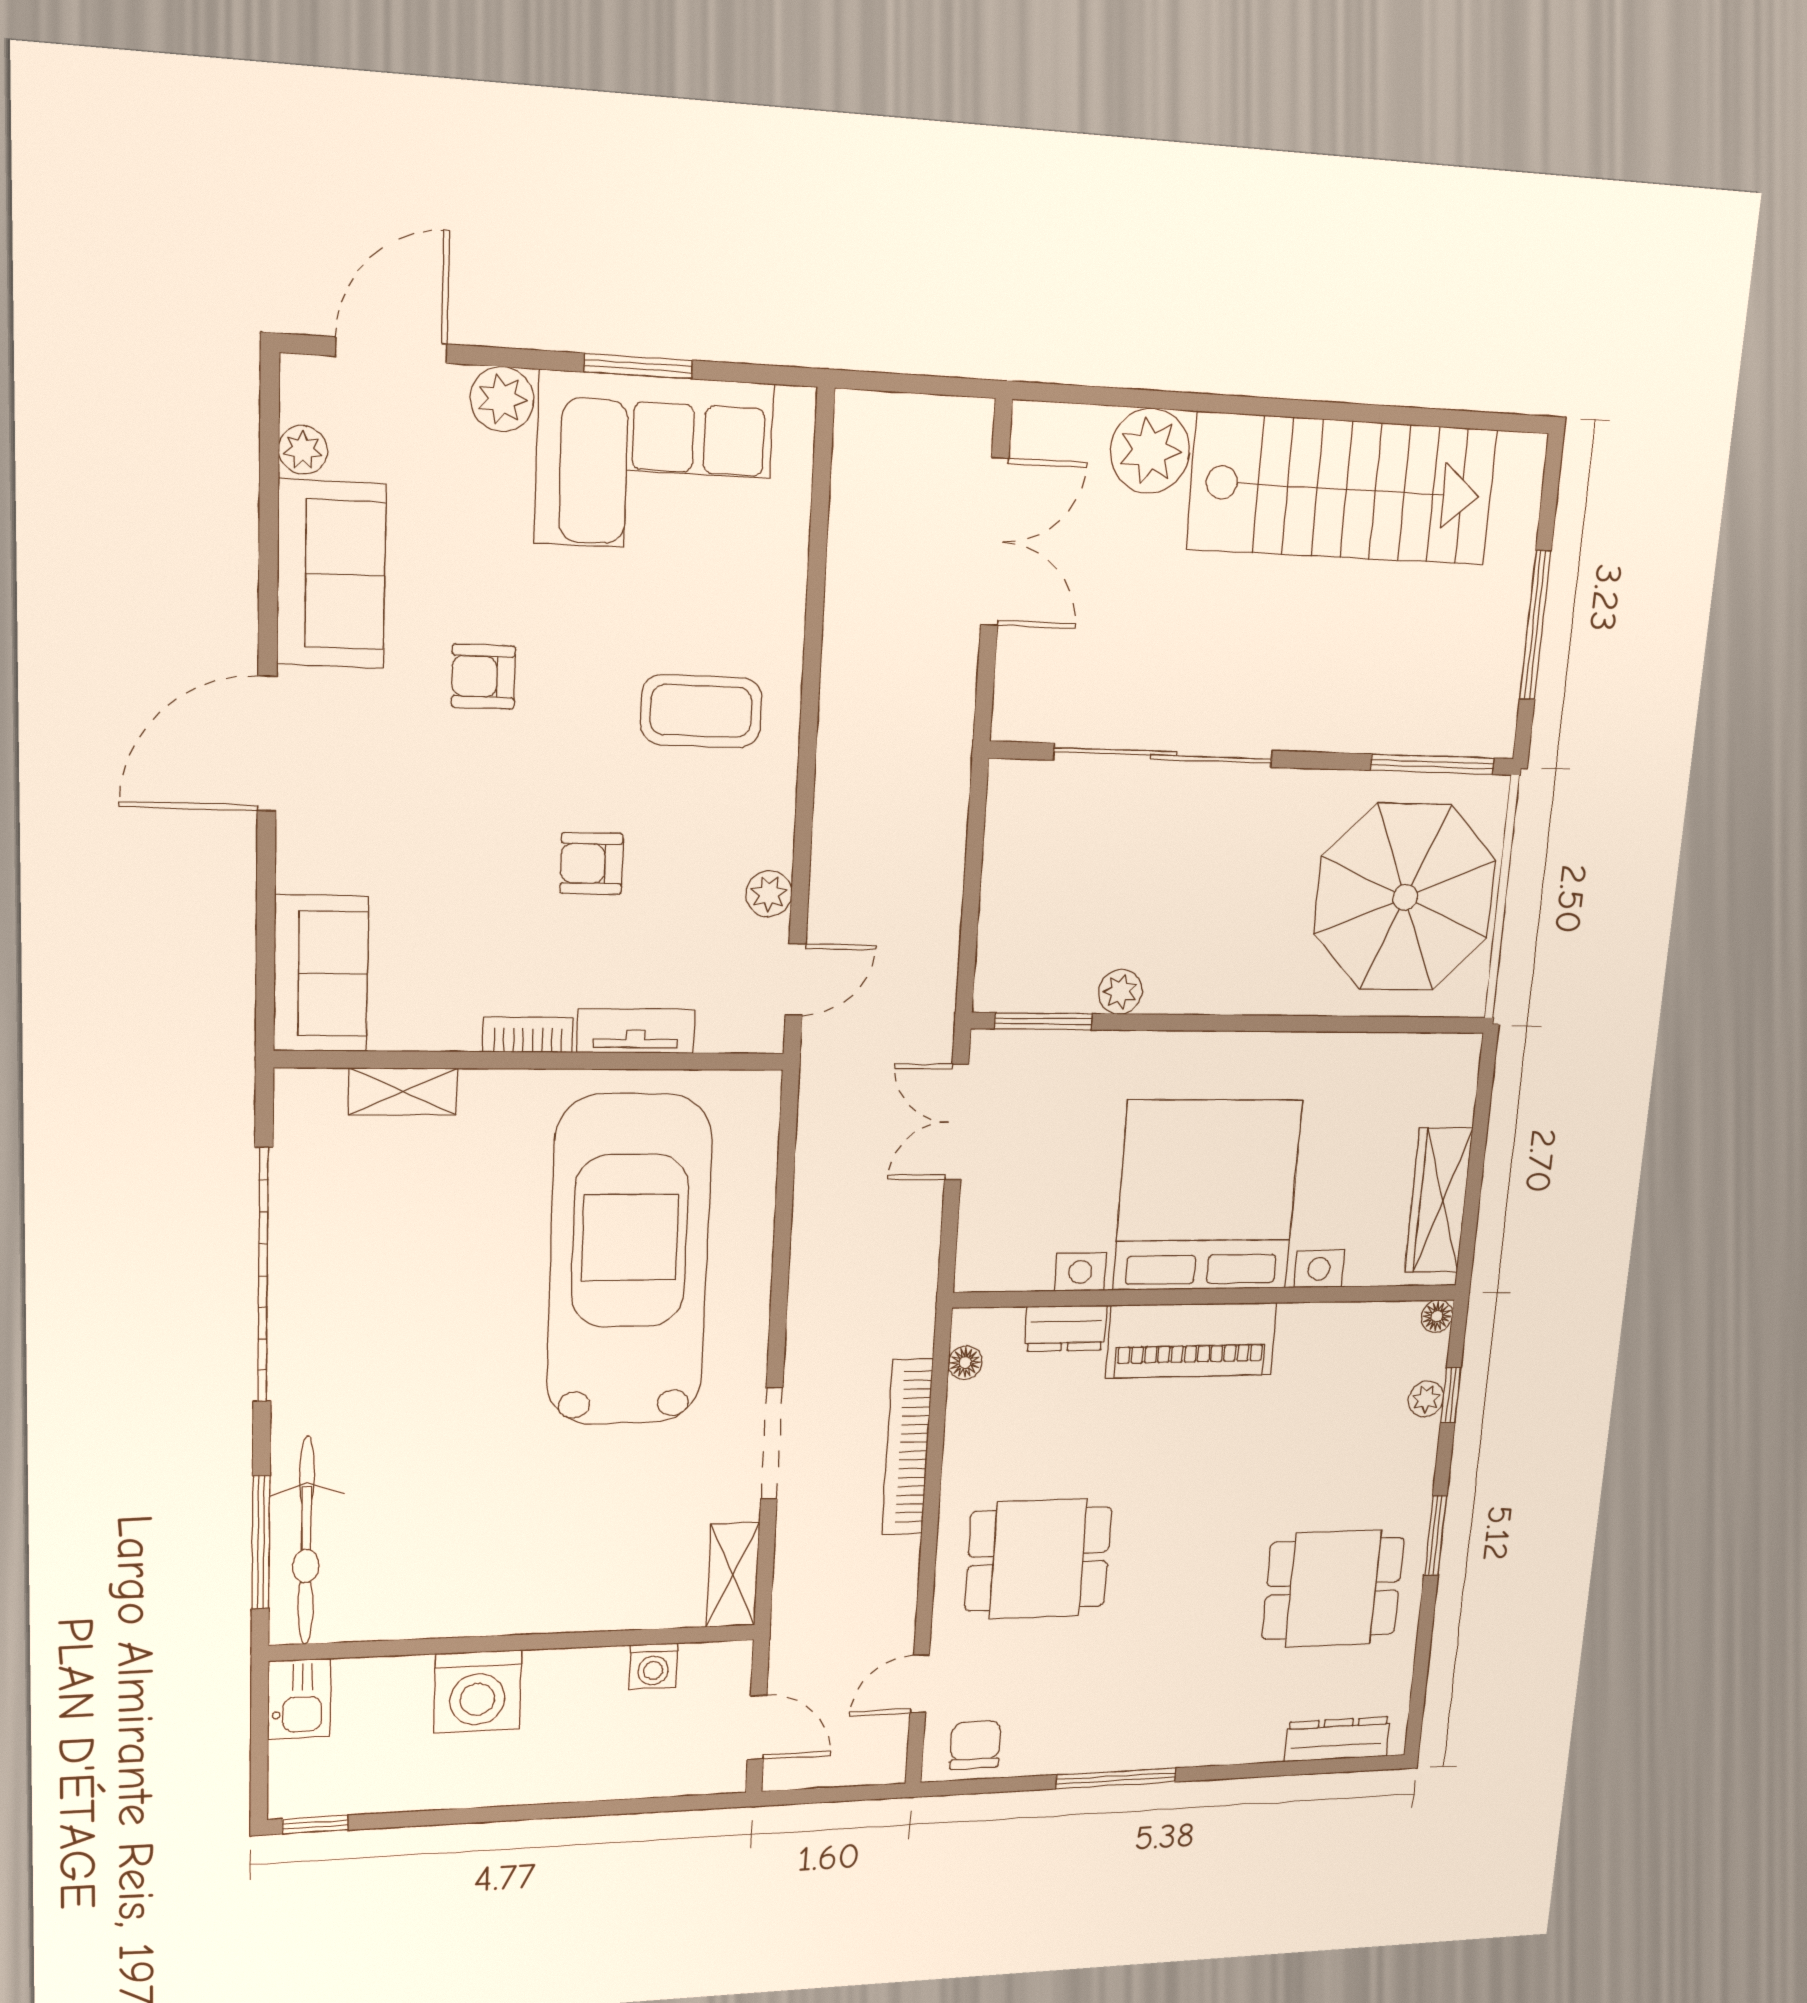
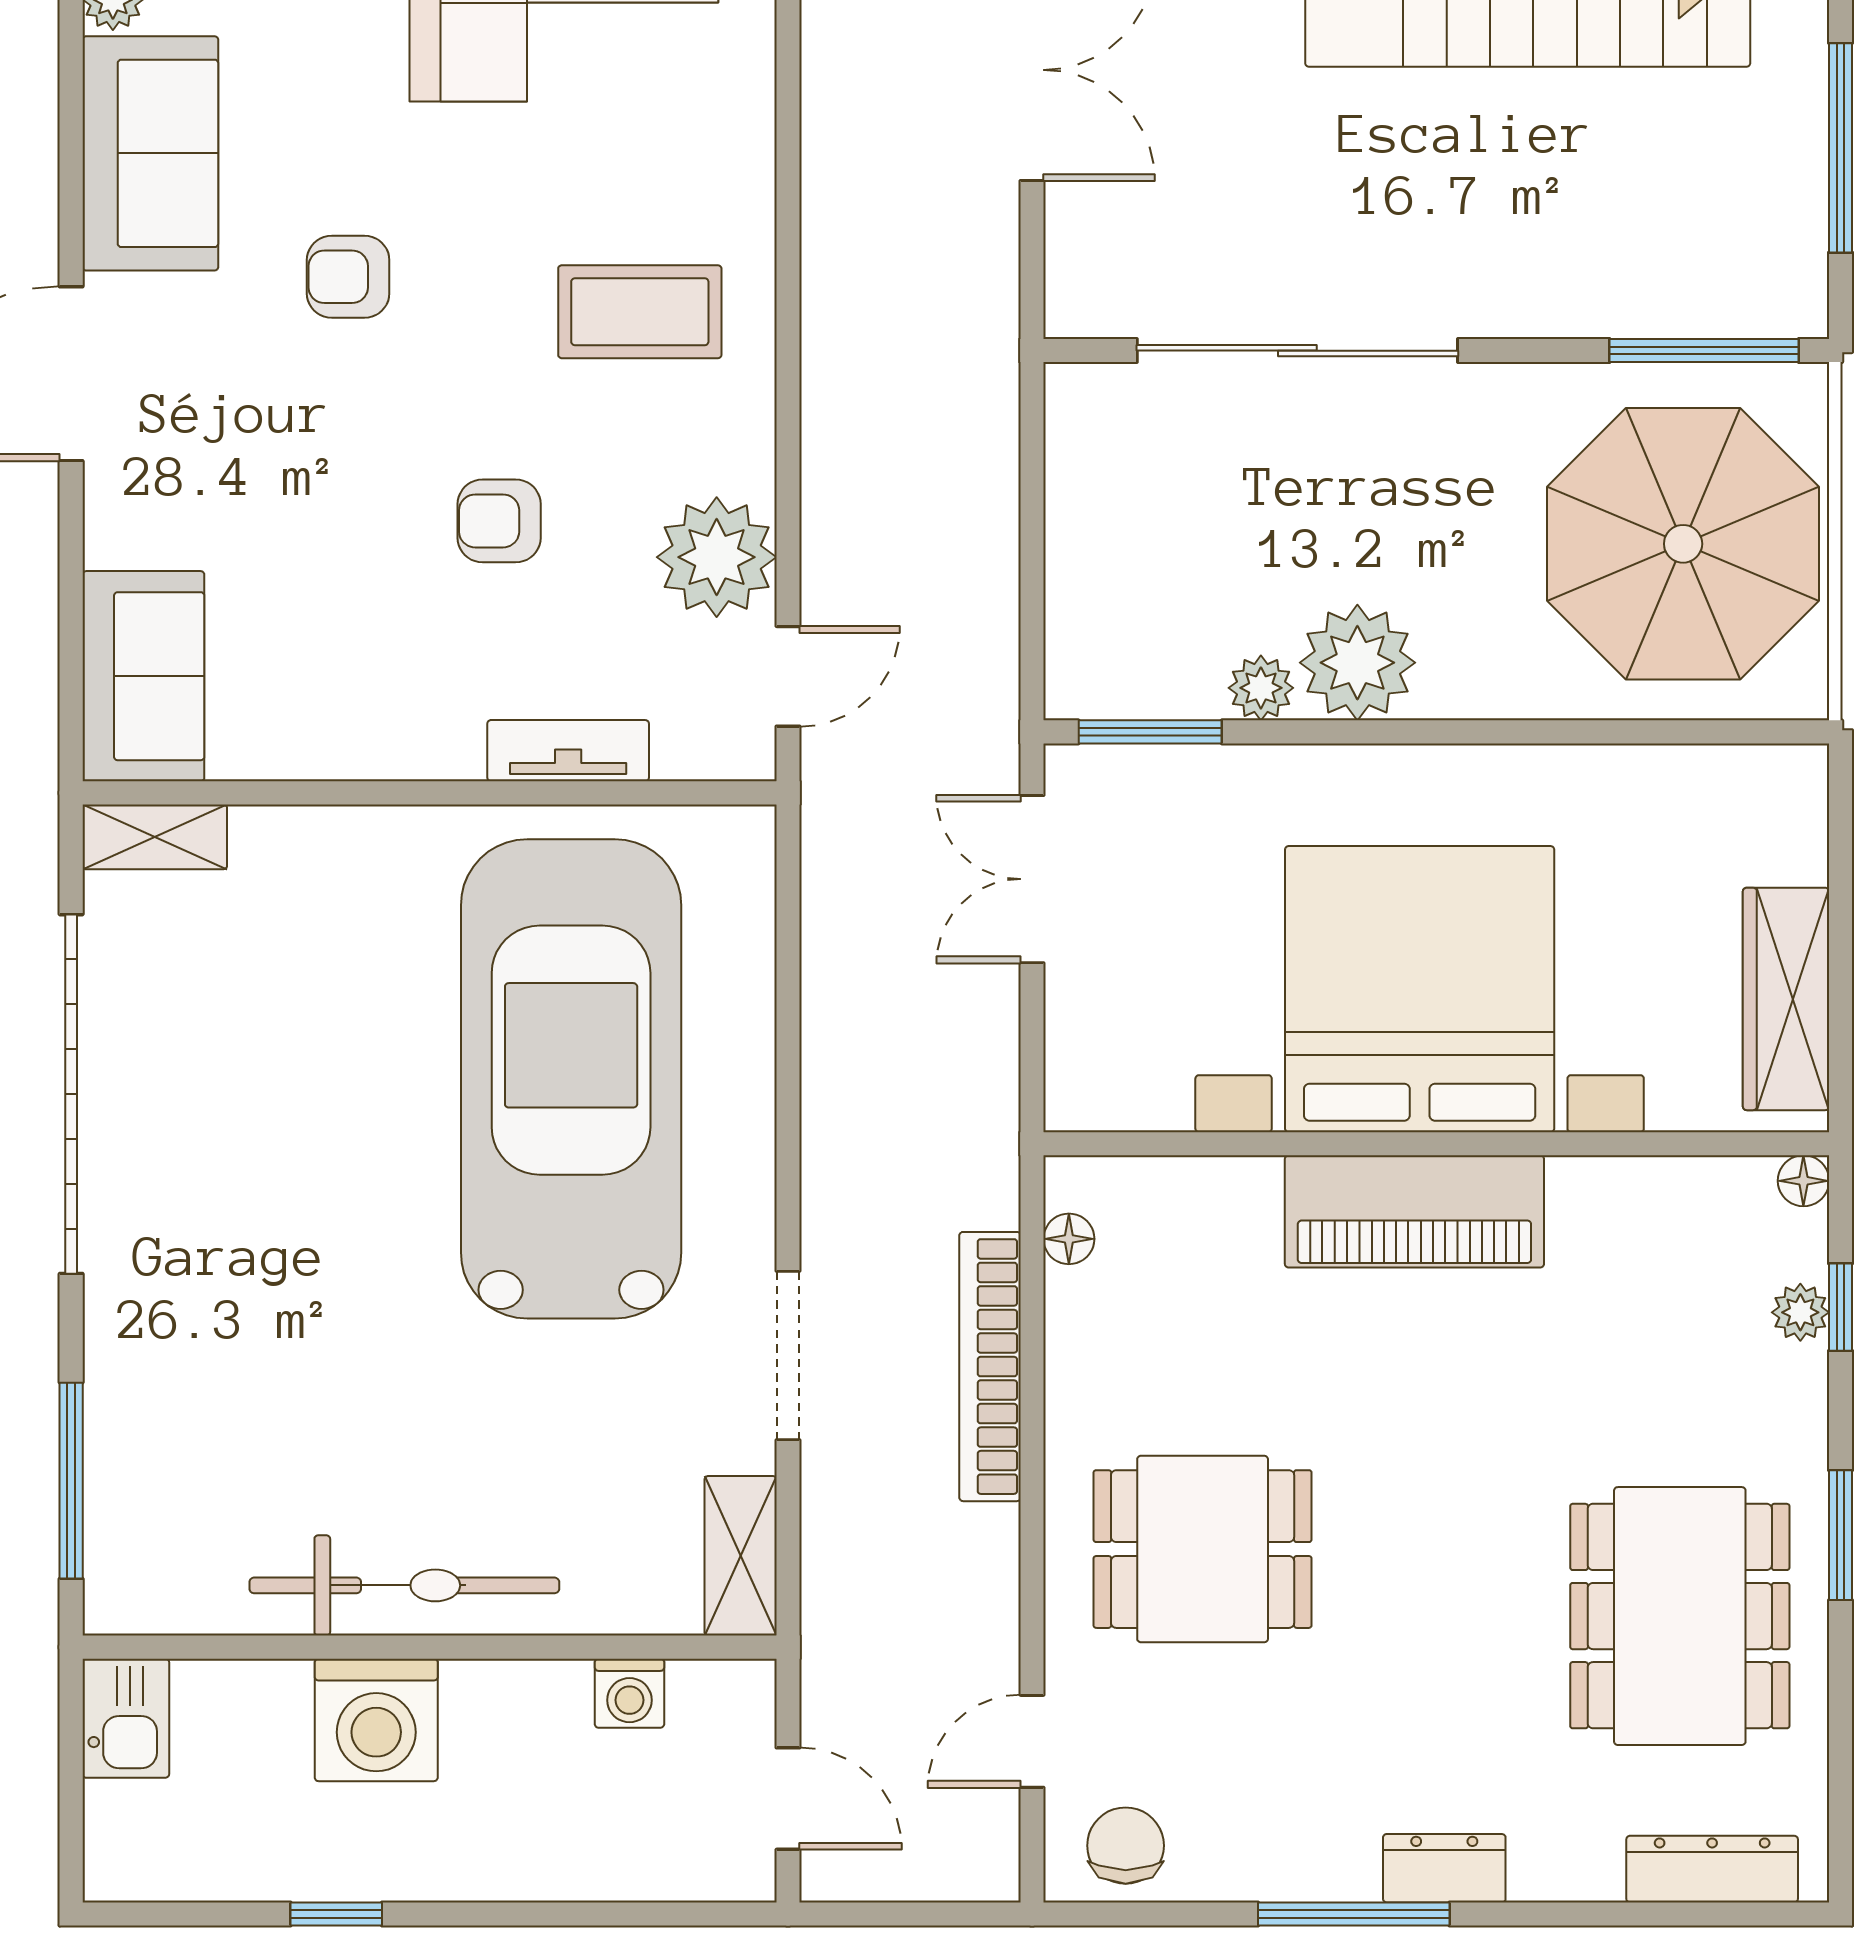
plant: (769, 894) -> (717, 557), width x1.88, depth x1.88
plant: (1186, 975) -> (1357, 663), added
bookcase: (528, 1035) -> (420, 757), removed
shelving: (403, 1091) -> (155, 837), moved
dresser: (1066, 1328) -> (1444, 1868), moved, turned 180
bicycle: (306, 1541) -> (404, 1585), moved, turned -90
dining table: (1333, 1588) -> (1680, 1616), width x1.38
window: (315, 1824) -> (336, 1914), moved

